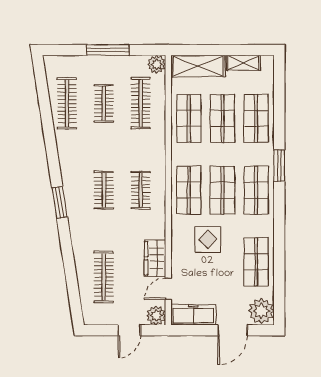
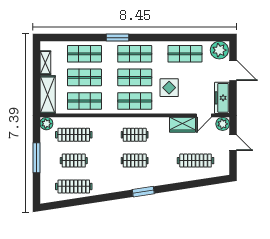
door: (168, 289) -> (204, 115), hinge flipped

